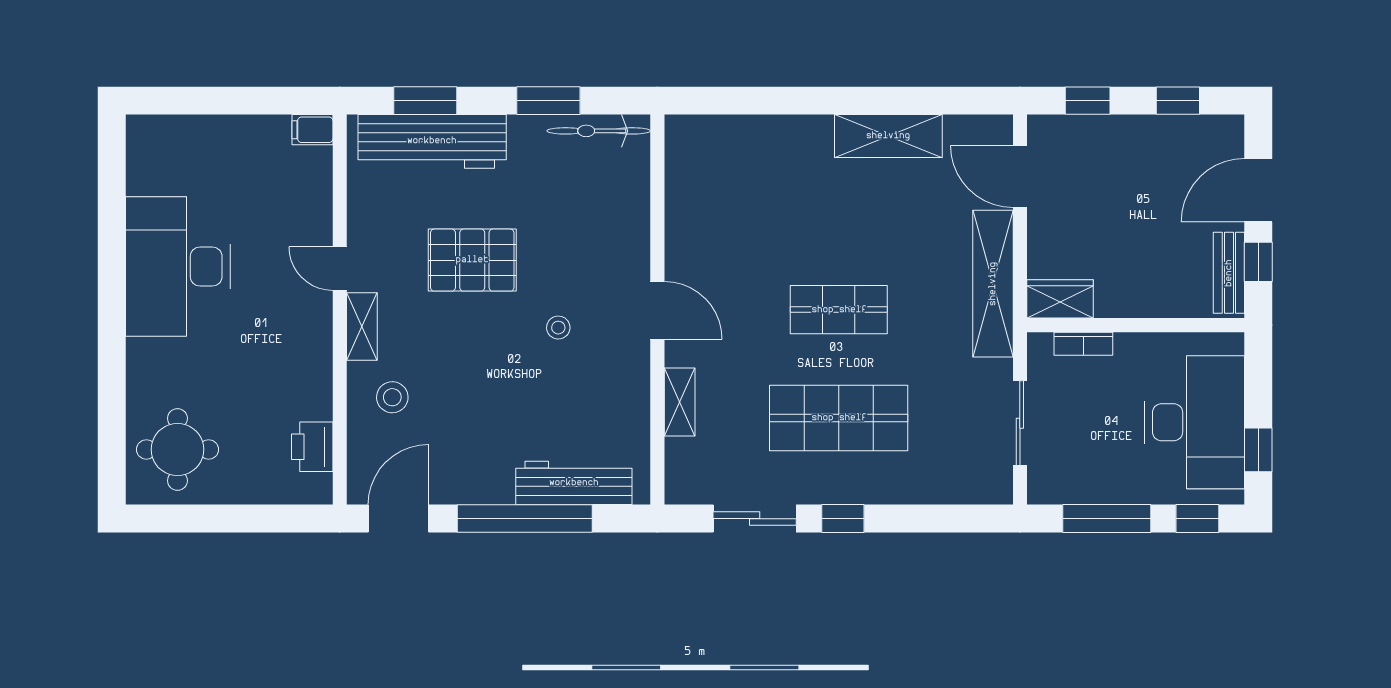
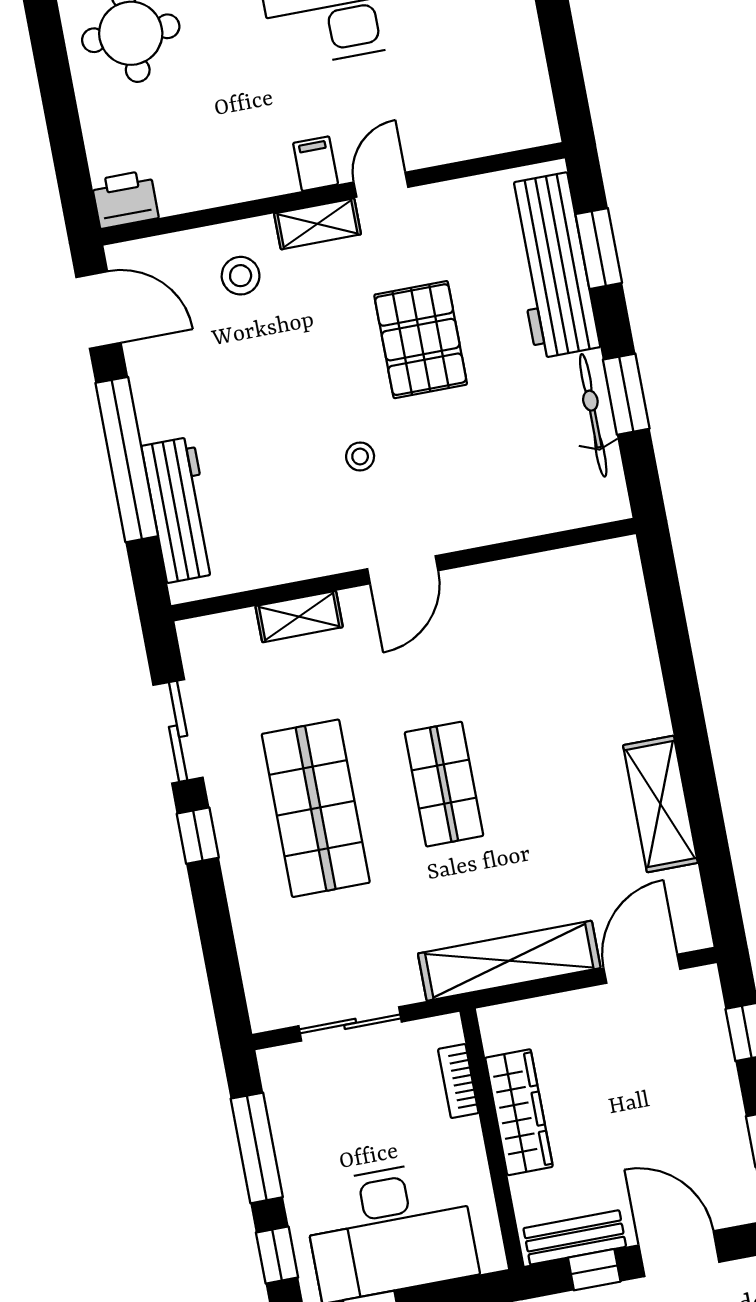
filing cabinet: (312, 130) -> (316, 164), moved
bicycle: (599, 131) -> (593, 415), moved
wardrobe: (1060, 299) -> (519, 1112), moved, width x1.50
printer: (312, 447) -> (125, 199), moved

